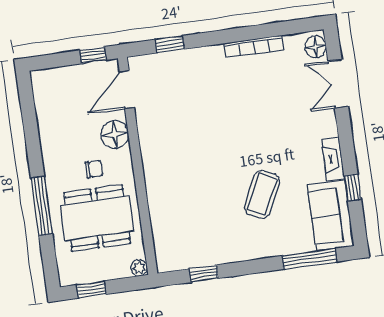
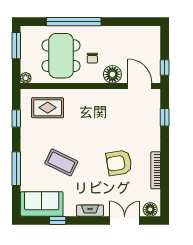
armchair: (250, 105) -> (119, 163), added
fireplace: (333, 159) -> (90, 211), moved
window: (42, 206) -> (74, 22), width x1.46
rug: (181, 228) -> (48, 108), added
window: (309, 259) -> (16, 169), moved
window: (91, 289) -> (16, 46), width x1.50

